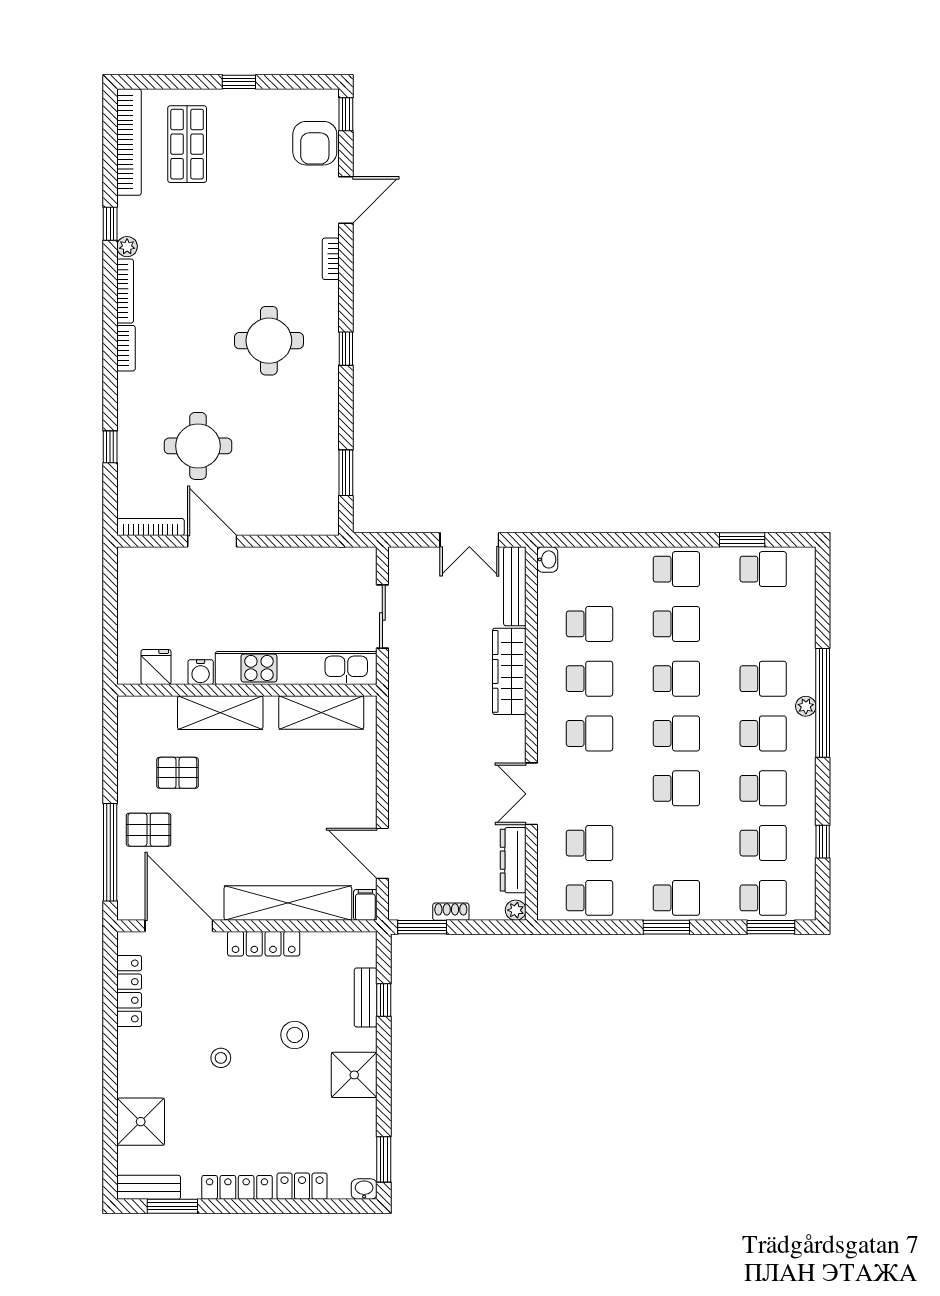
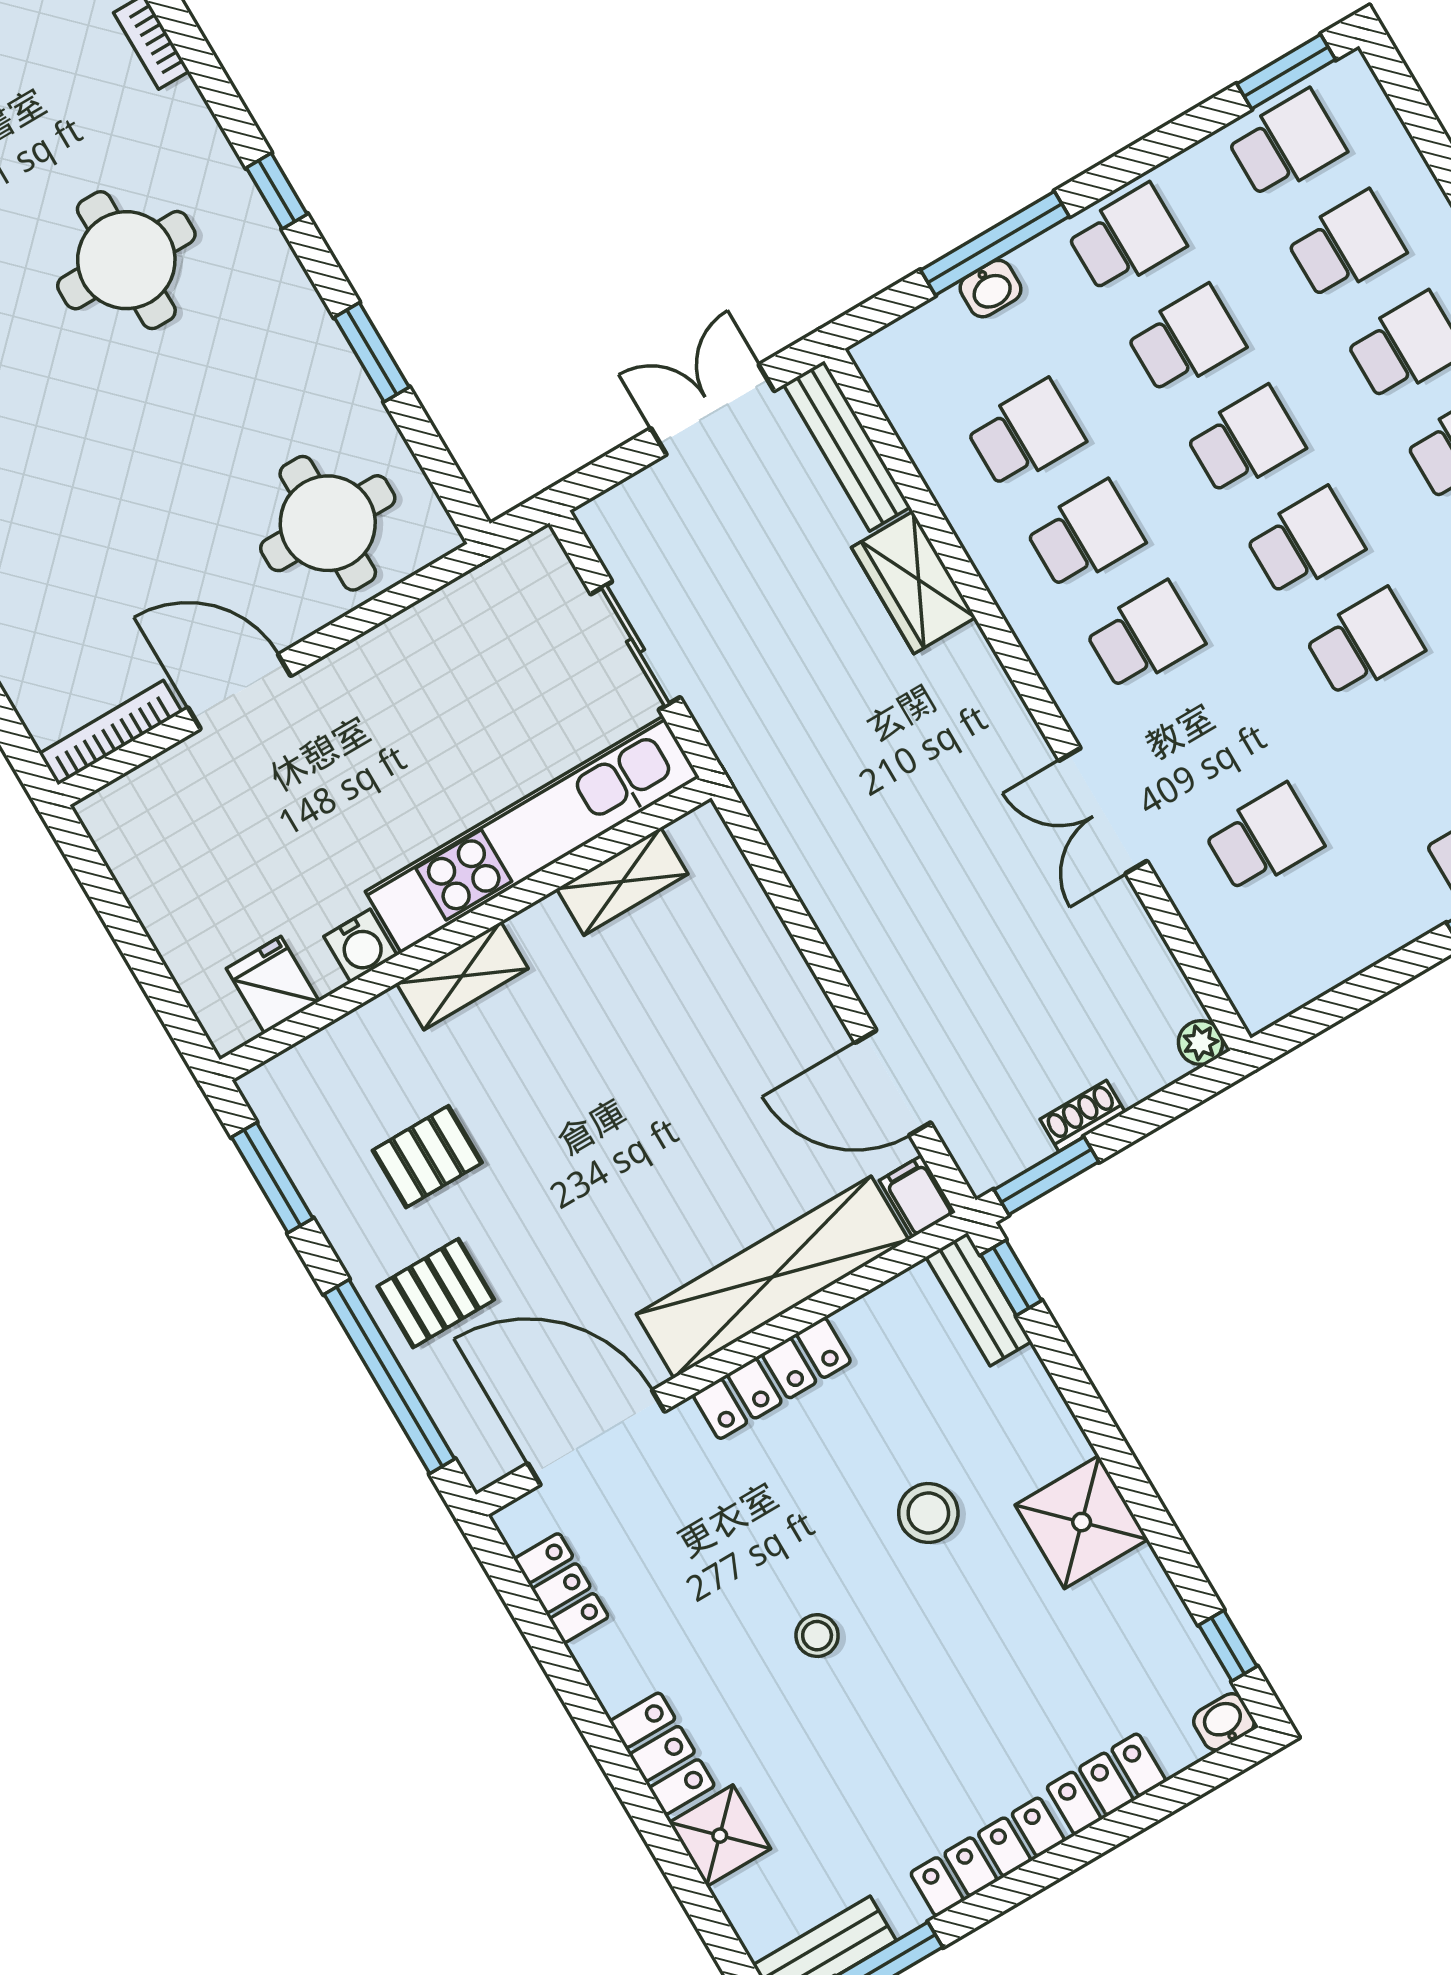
round table: (198, 446) -> (328, 523), moved
window: (346, 473) -> (372, 352), moved
double door: (469, 540) -> (713, 410), swing flipped
window: (622, 540) -> (995, 243), added
window: (742, 540) -> (1286, 72), moved
washbasin: (547, 559) -> (991, 289), moved, turned 90
wardrobe: (509, 671) -> (913, 583), width x0.67
shelving: (321, 712) -> (622, 881), width x0.67, depth x0.75
shelving: (220, 713) -> (462, 976), width x0.67, depth x0.75
window: (110, 745) -> (272, 1178), added
dresser: (513, 860) -> (1141, 953), removed
school desk: (589, 898) -> (1346, 245), moved
locker: (129, 991) -> (561, 1588), width x0.66
bench: (366, 997) -> (979, 1299), moved
window: (384, 1000) -> (1011, 1278), moved
locker: (131, 1069) -> (662, 1754), added
shower: (141, 1122) -> (720, 1836), width x0.73, depth x0.73
window: (384, 1159) -> (1228, 1646), width x0.67

